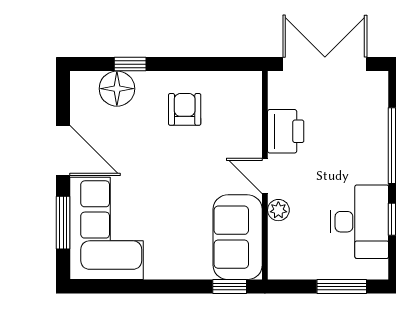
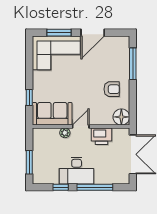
window: (130, 64) -> (133, 64), width x2.17
floor lamp: (117, 89) -> (121, 117), moved
desk: (360, 222) -> (77, 171), moved
window: (230, 287) -> (29, 98), moved

